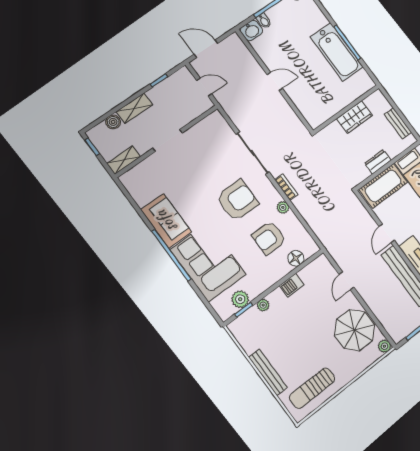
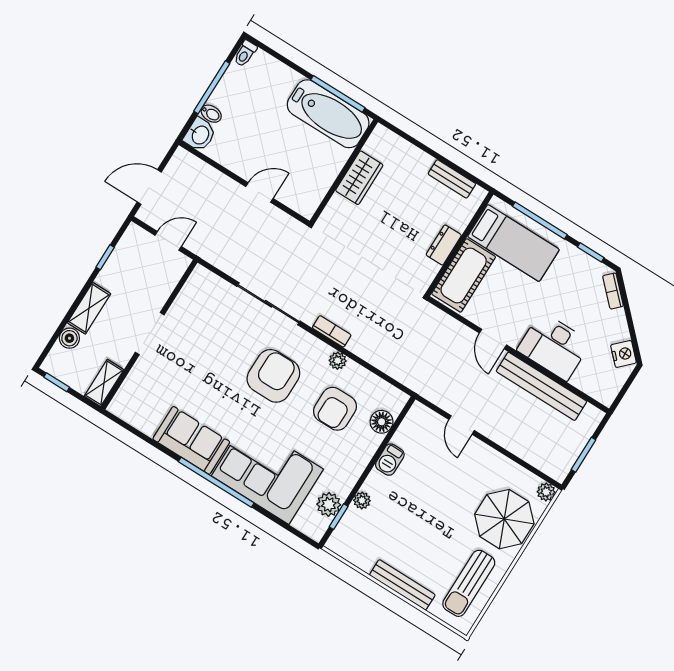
wall: (346, 109) -> (344, 171), moved
wardrobe: (354, 117) -> (359, 178), moved
parasol: (355, 330) -> (504, 519), moved

